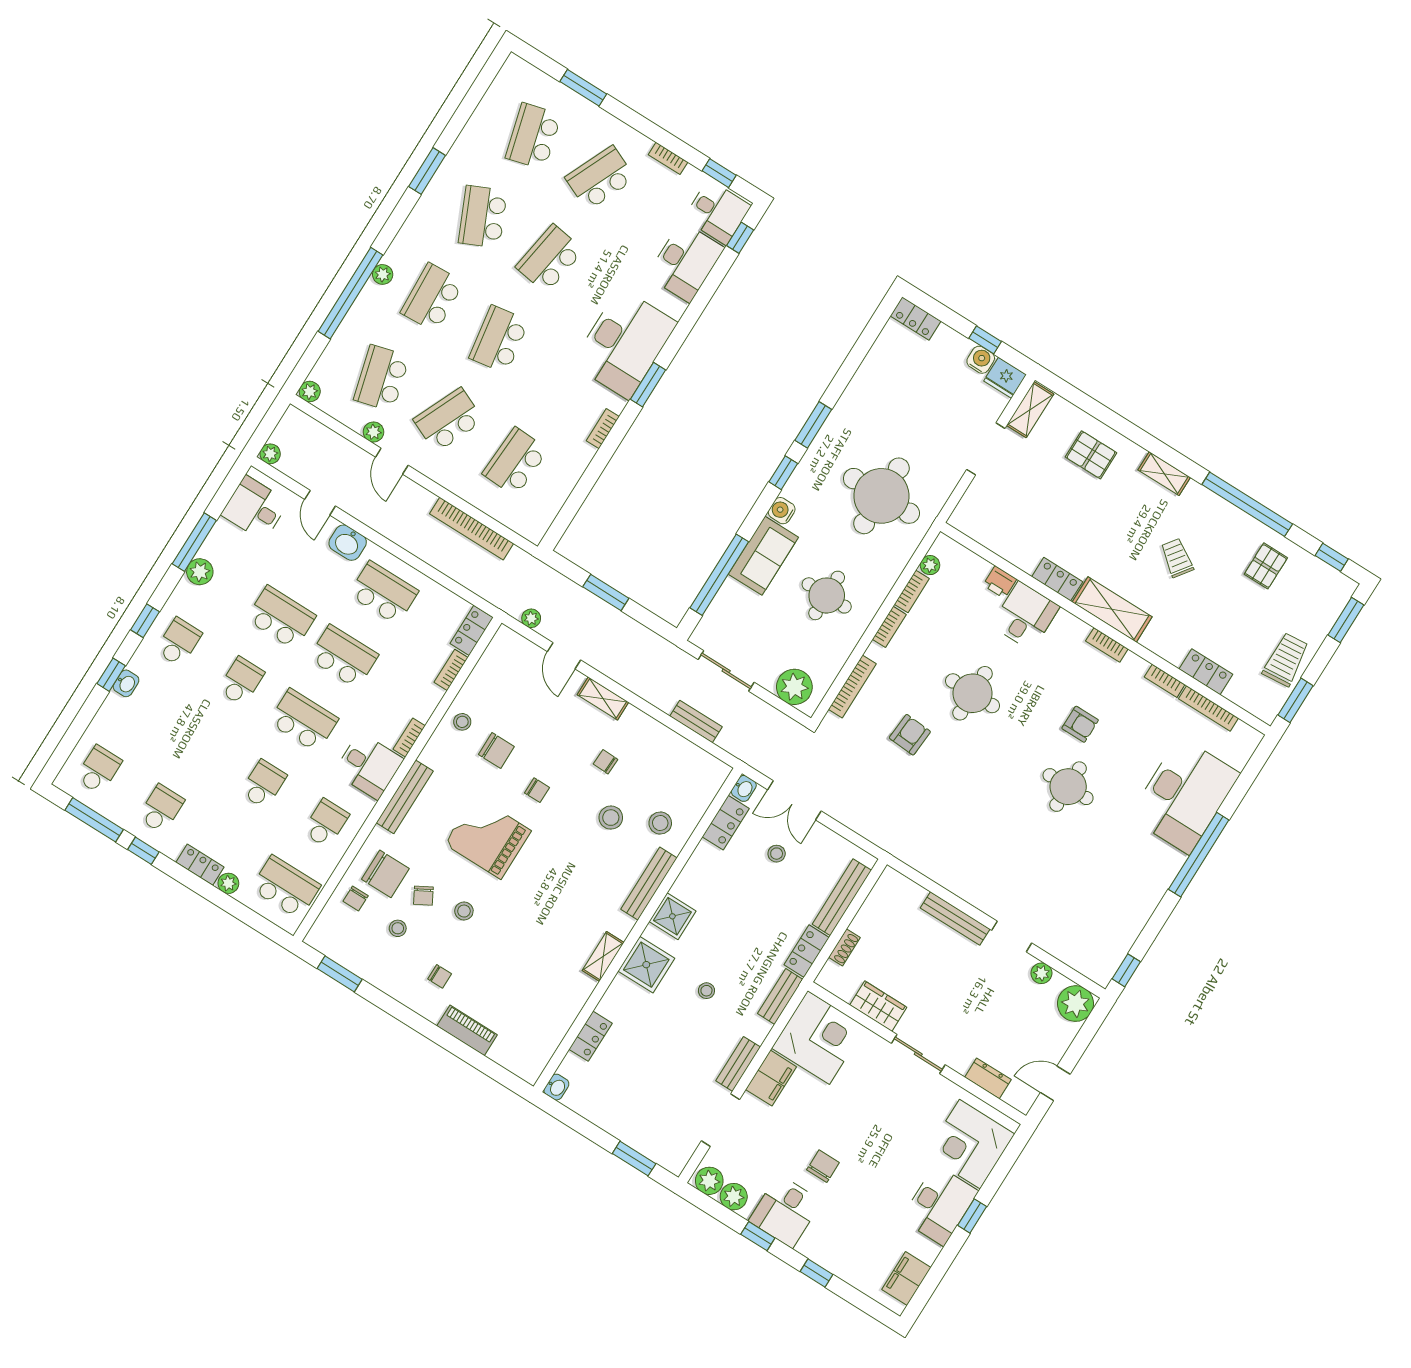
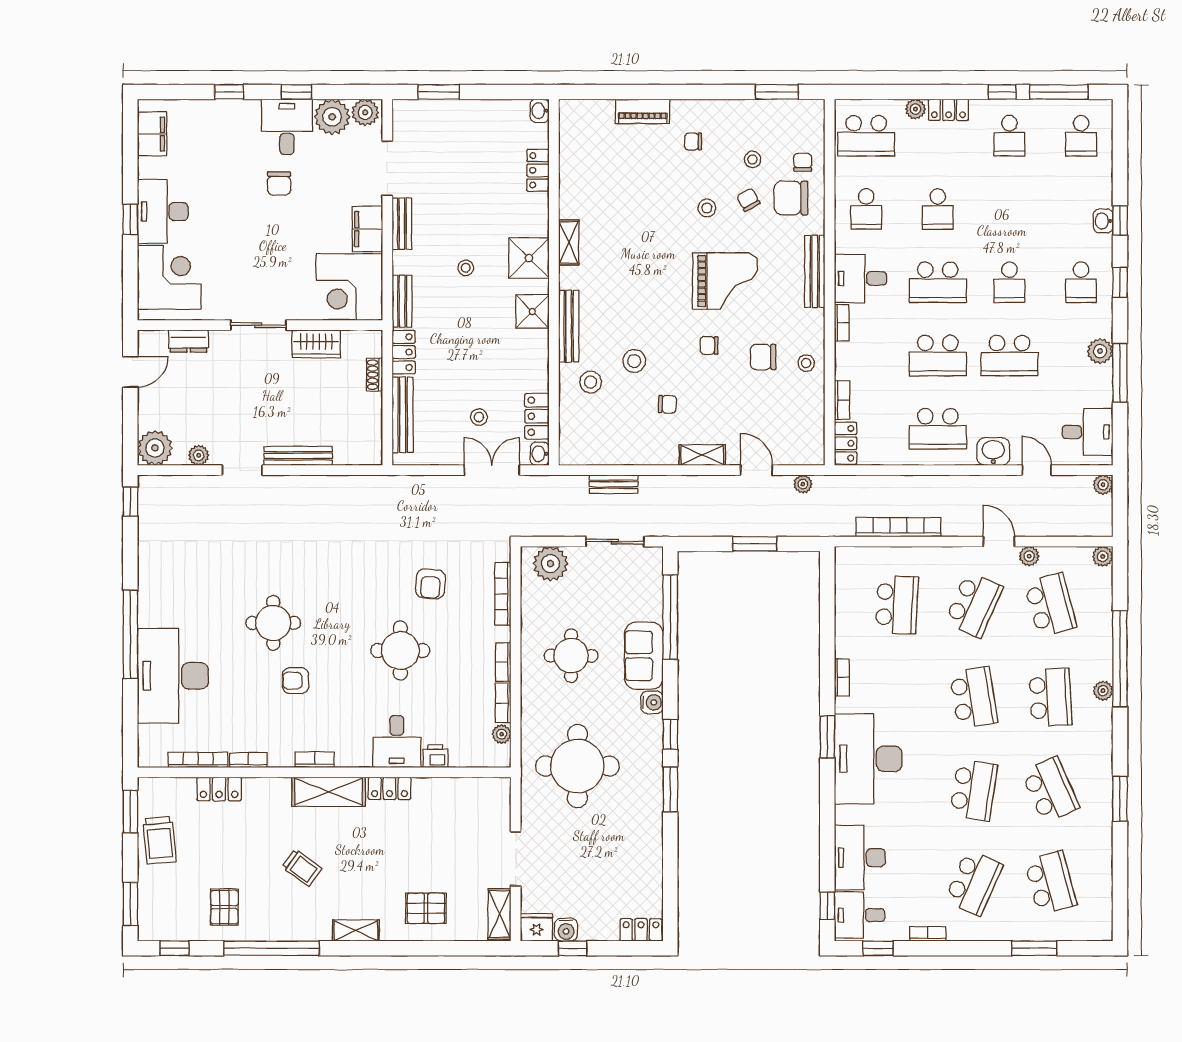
plant: (734, 1197) -> (332, 117), width x1.36, depth x1.36

